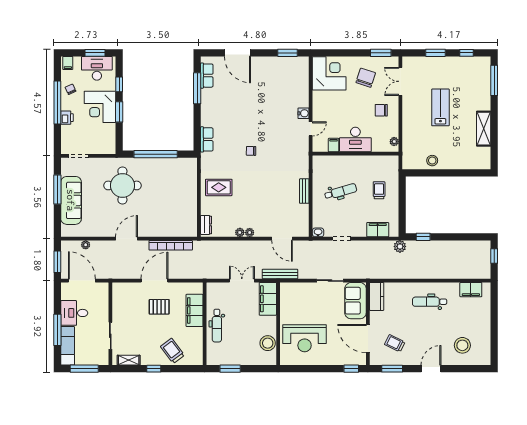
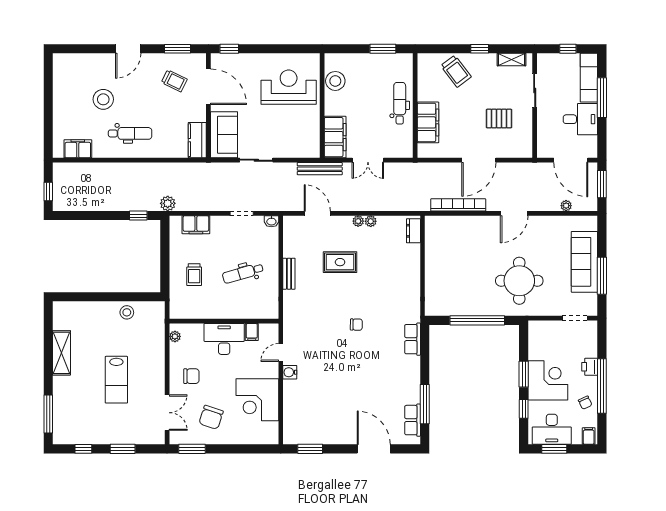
corner desk: (329, 73) -> (257, 400), moved
rug: (219, 187) -> (340, 262), moved
pallet: (159, 307) -> (499, 119), moved
stool: (462, 345) -> (103, 99), moved
window: (84, 369) -> (568, 49), width x0.46

